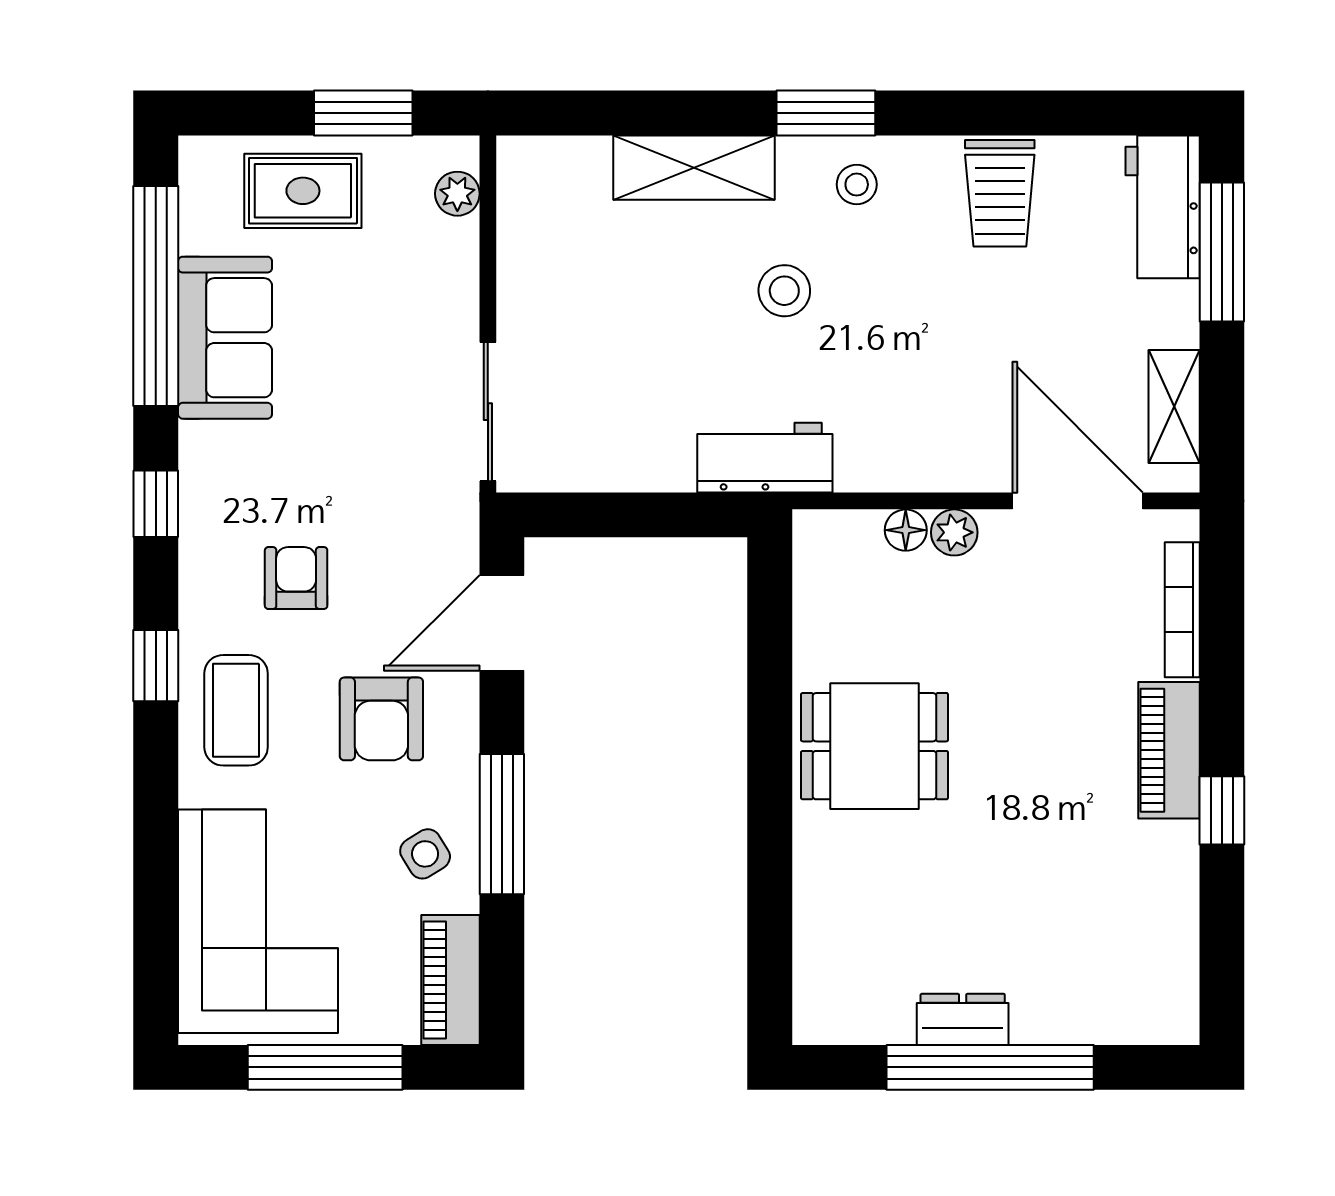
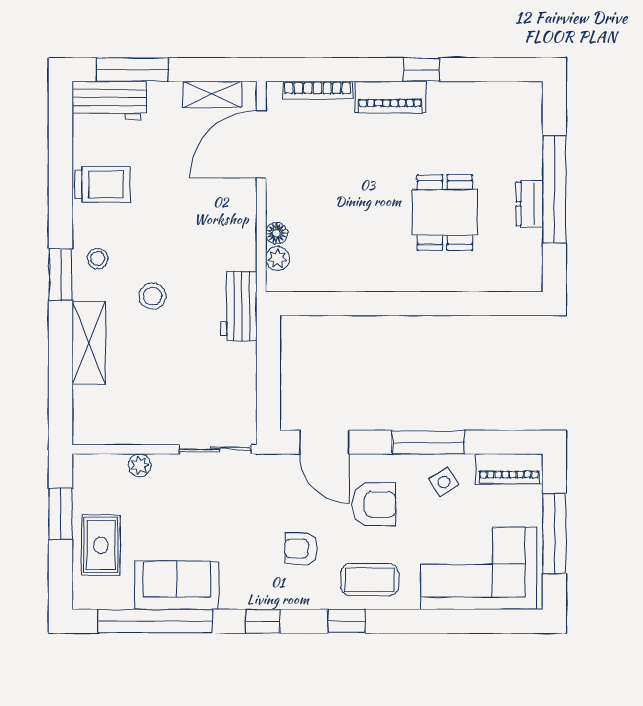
plant: (457, 194) -> (140, 465), moved
plant: (954, 532) -> (278, 258), moved
dining table: (875, 746) -> (445, 212), moved

